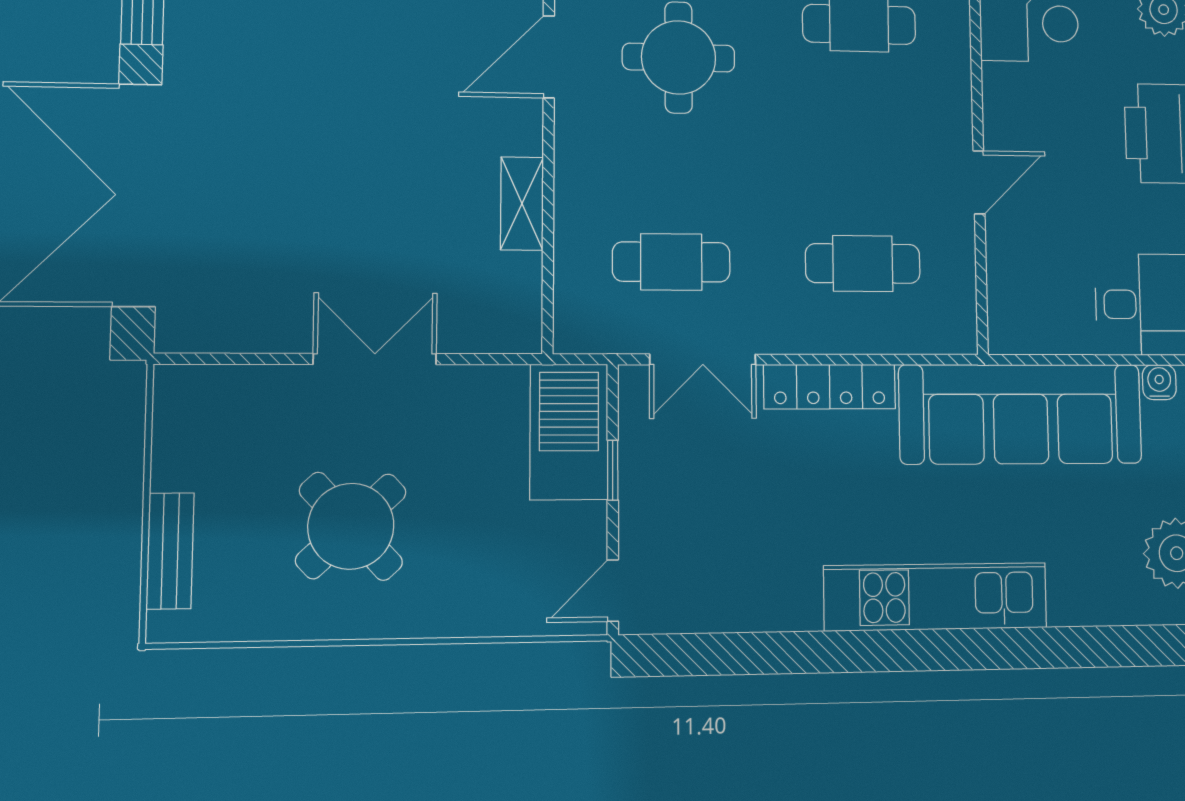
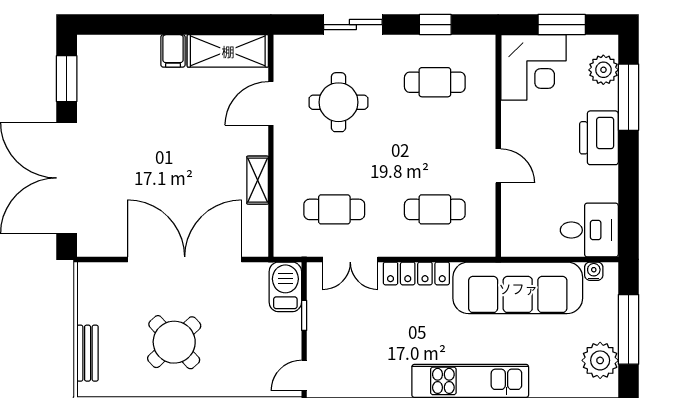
door: (979, 182) -> (498, 166), hinge flipped
double door: (375, 359) -> (185, 259), width x1.87
barbecue: (569, 432) -> (285, 287), width x0.73, depth x0.83

